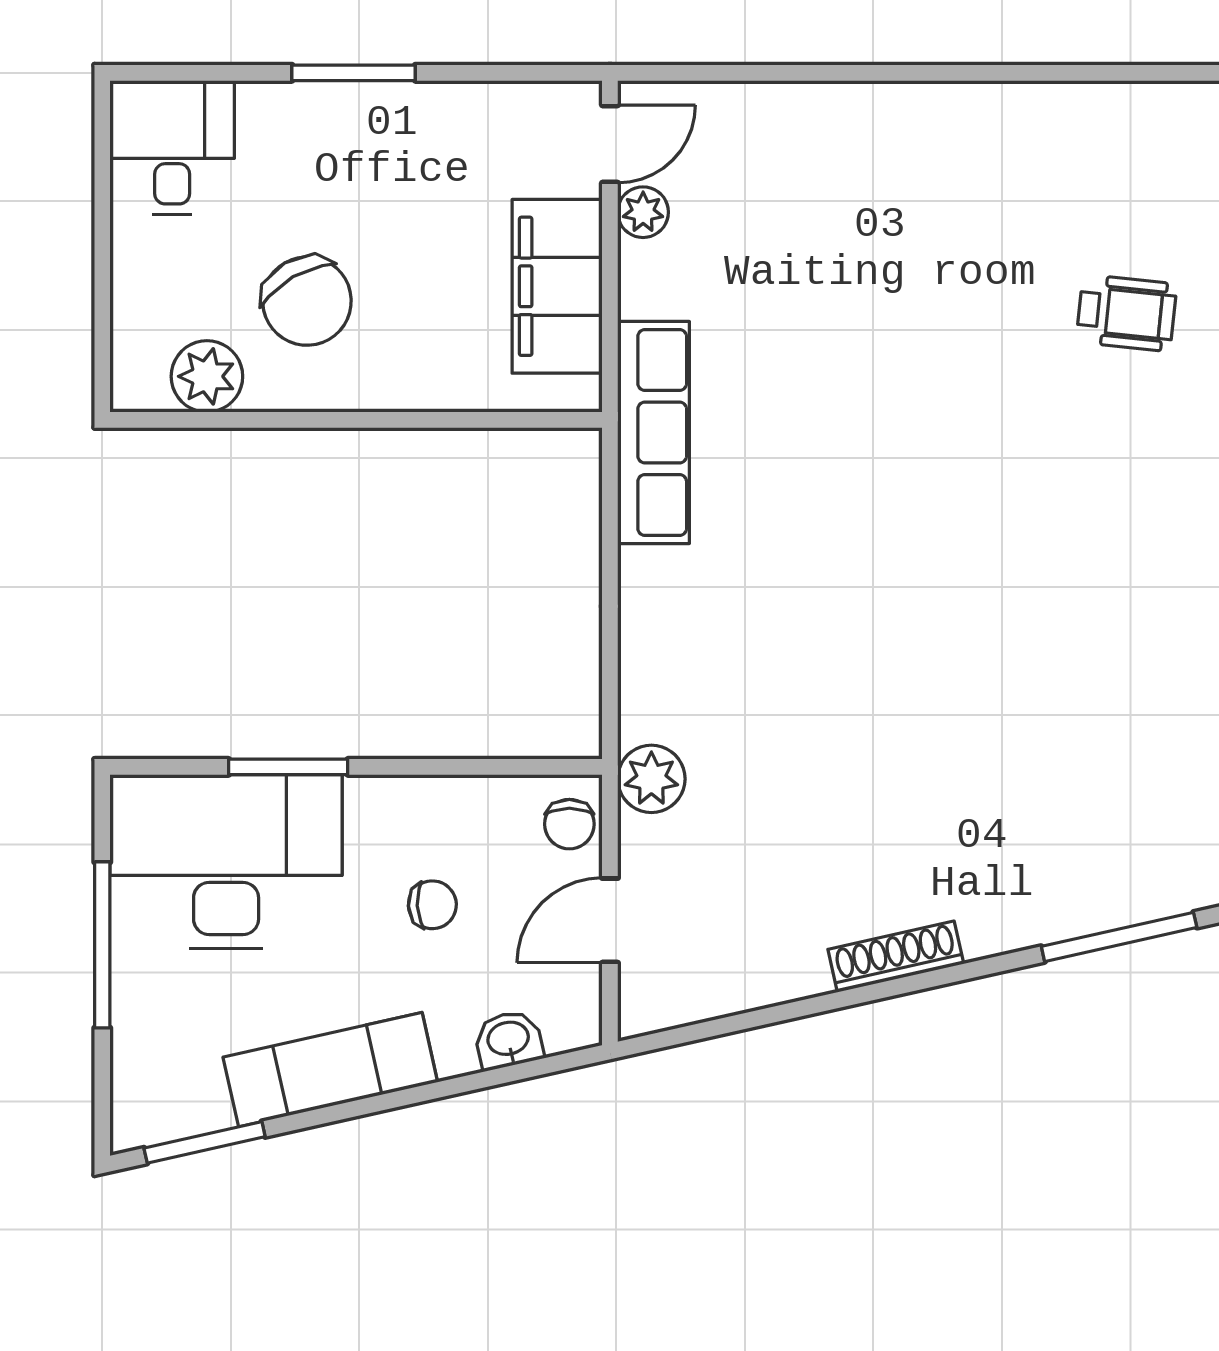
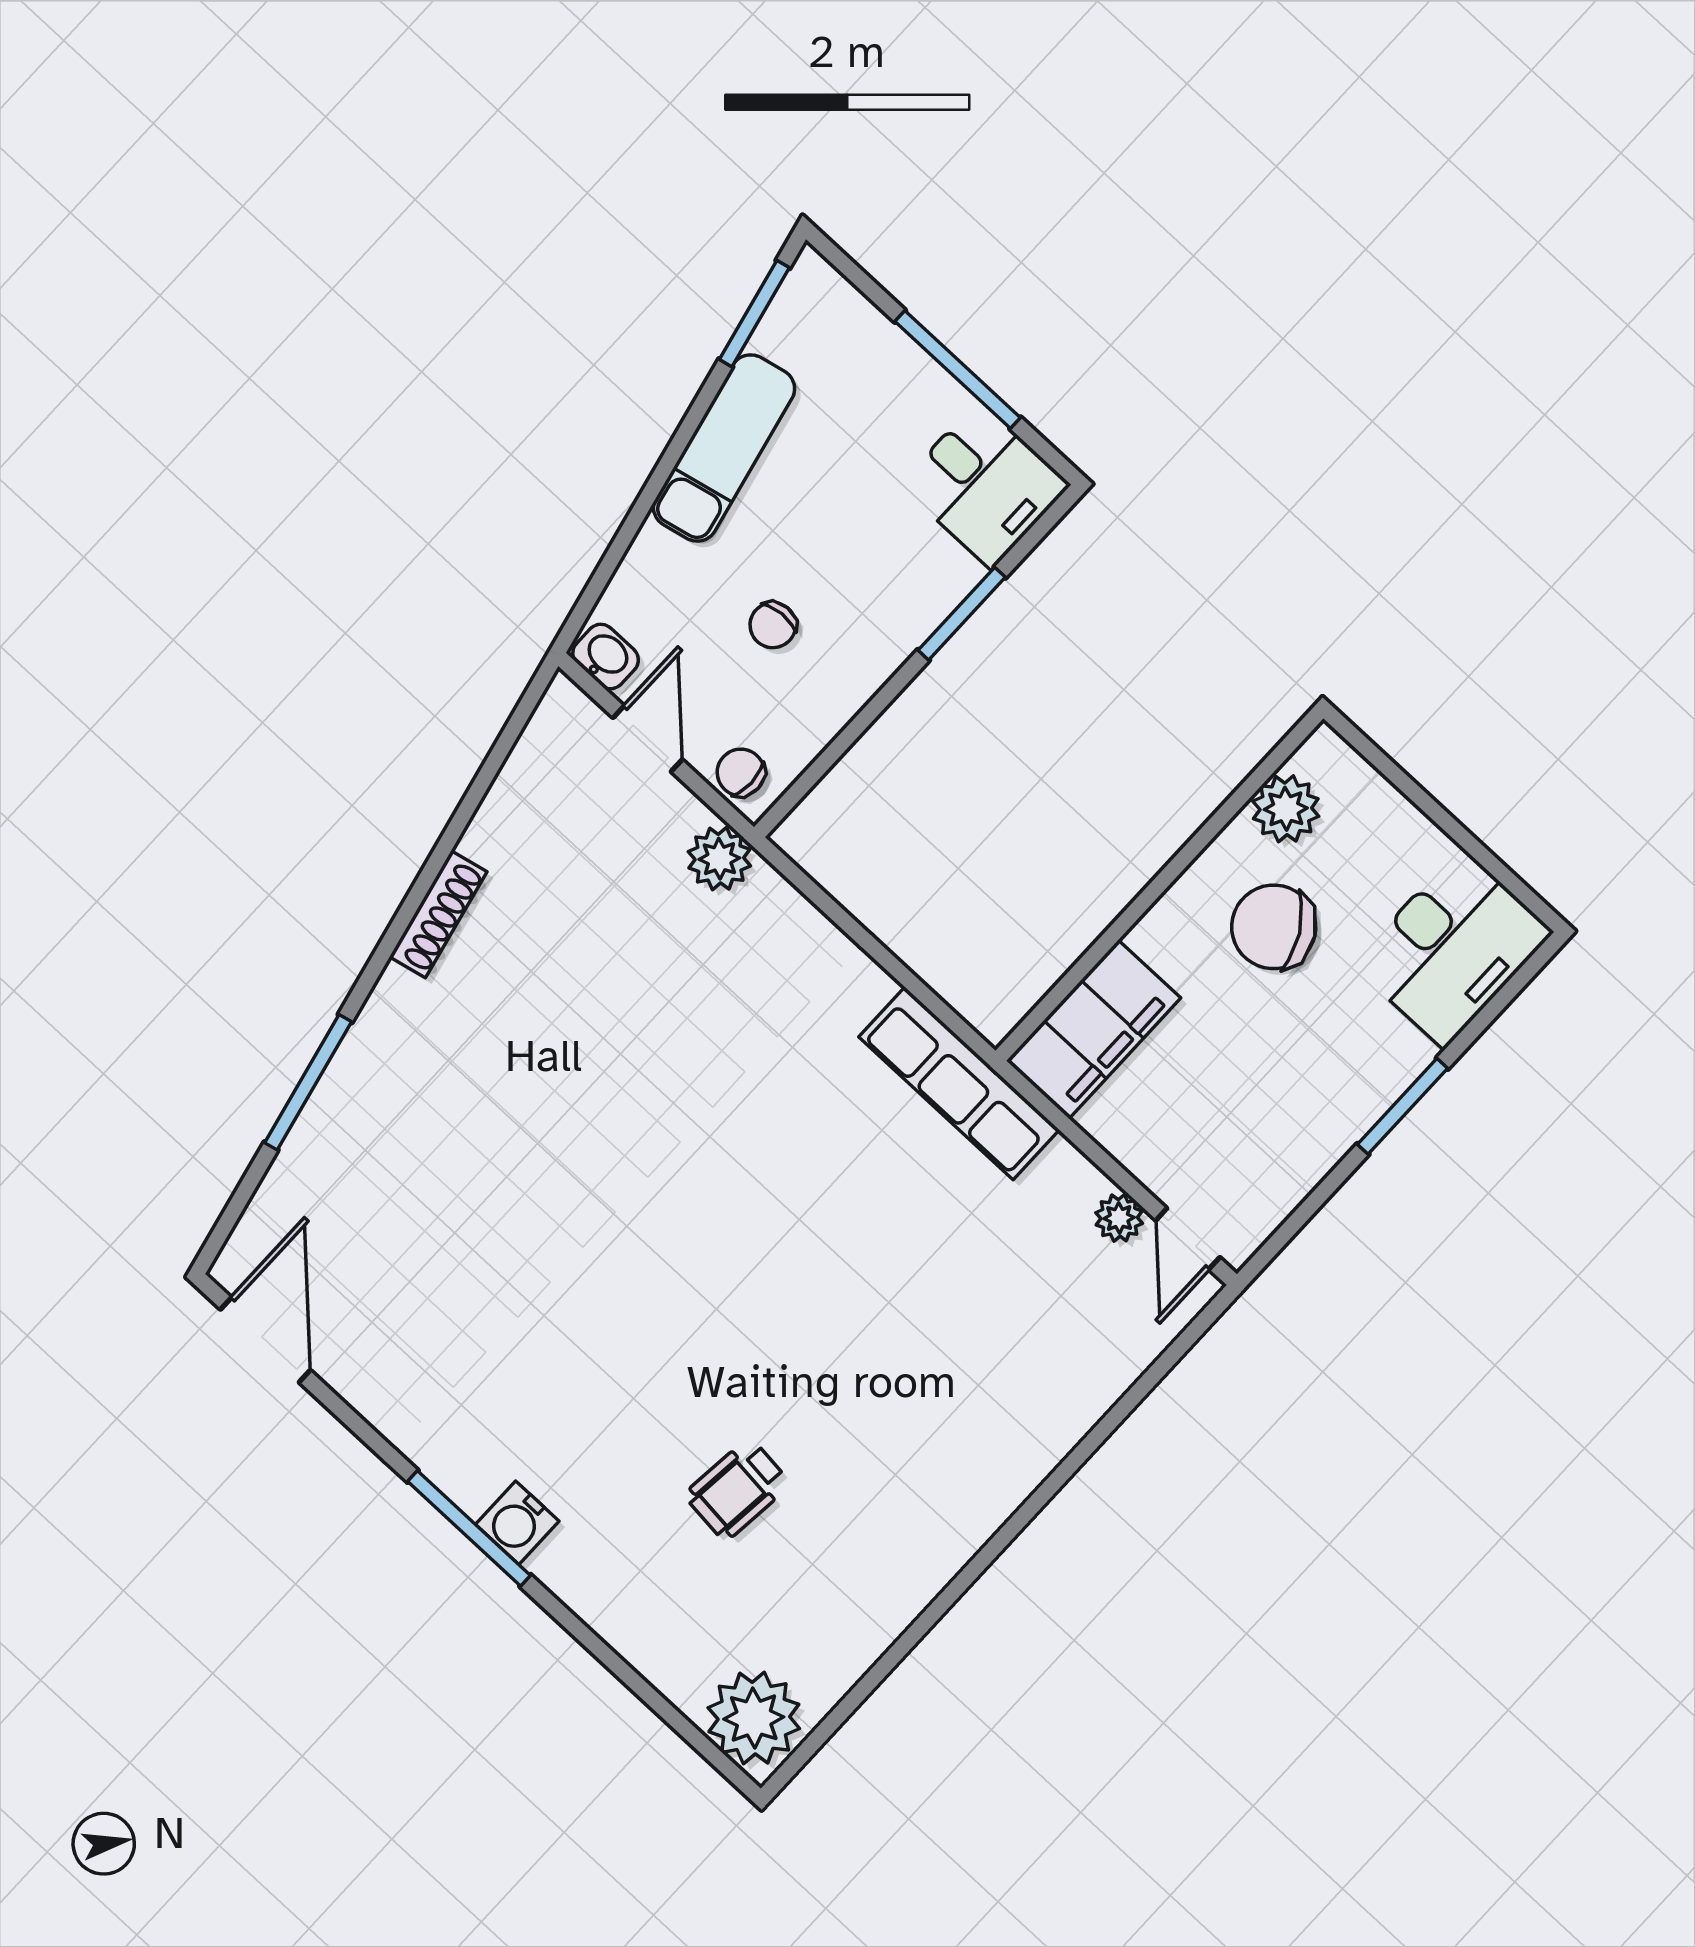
desk: (172, 148) -> (1452, 948), width x1.37
filing cabinet: (557, 286) -> (1094, 1029), moved, turned 90
desk: (226, 862) -> (985, 485), width x0.53, depth x0.77
washbasin: (508, 1040) -> (606, 657), moved, turned -77

